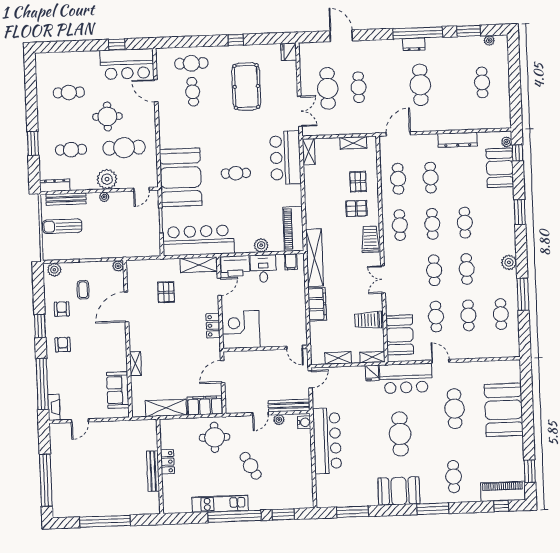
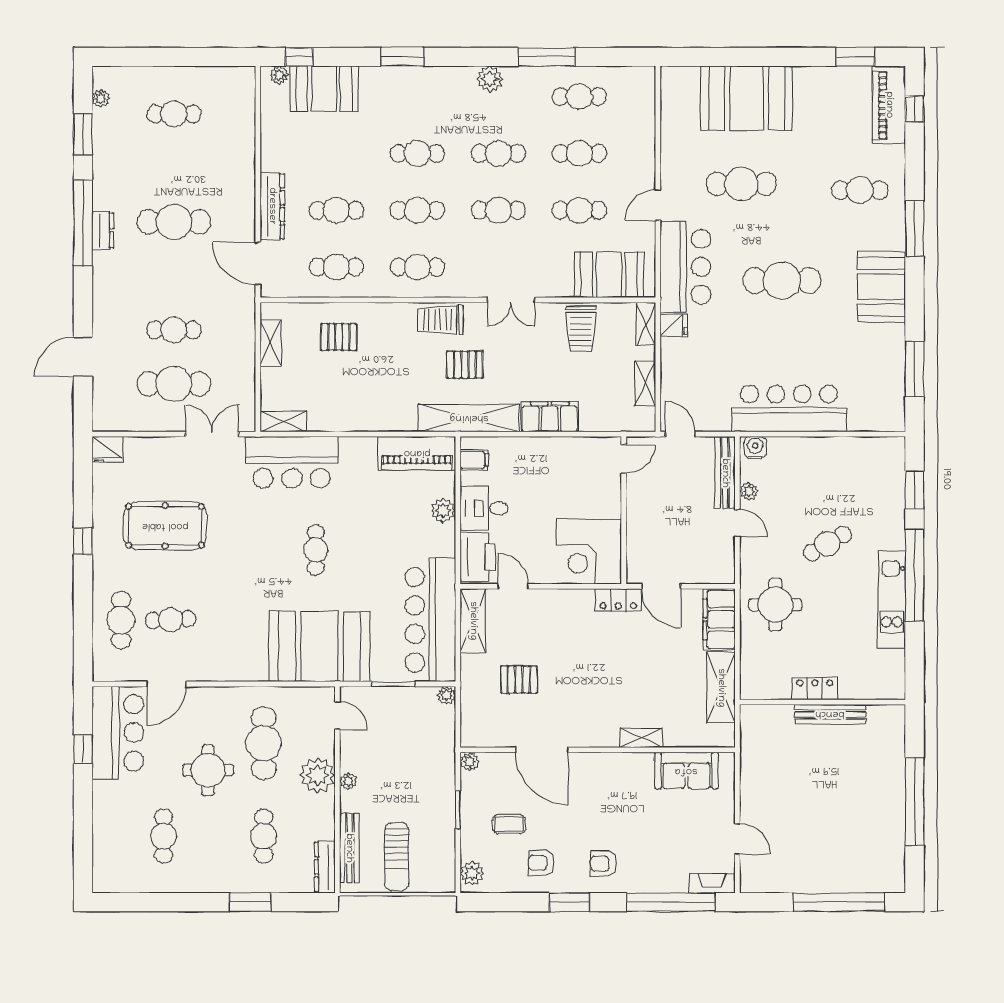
dresser: (458, 140) -> (272, 206), moved
pallet: (356, 208) -> (465, 365), moved, turned 90
plant: (156, 251) -> (447, 695), added
locker: (213, 326) -> (618, 600), moved

